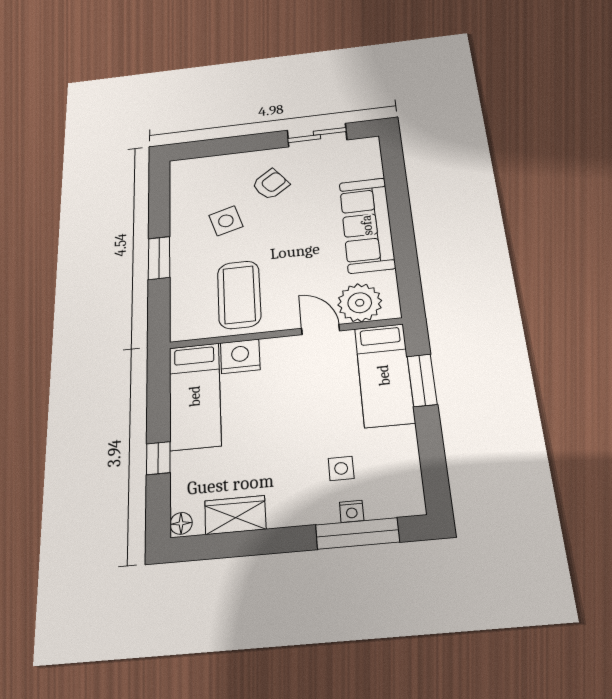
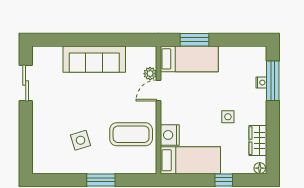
armchair: (271, 184) -> (58, 113), removed
plant: (360, 303) -> (150, 74), width x0.53, depth x0.53
side table: (341, 468) -> (228, 117), moved

